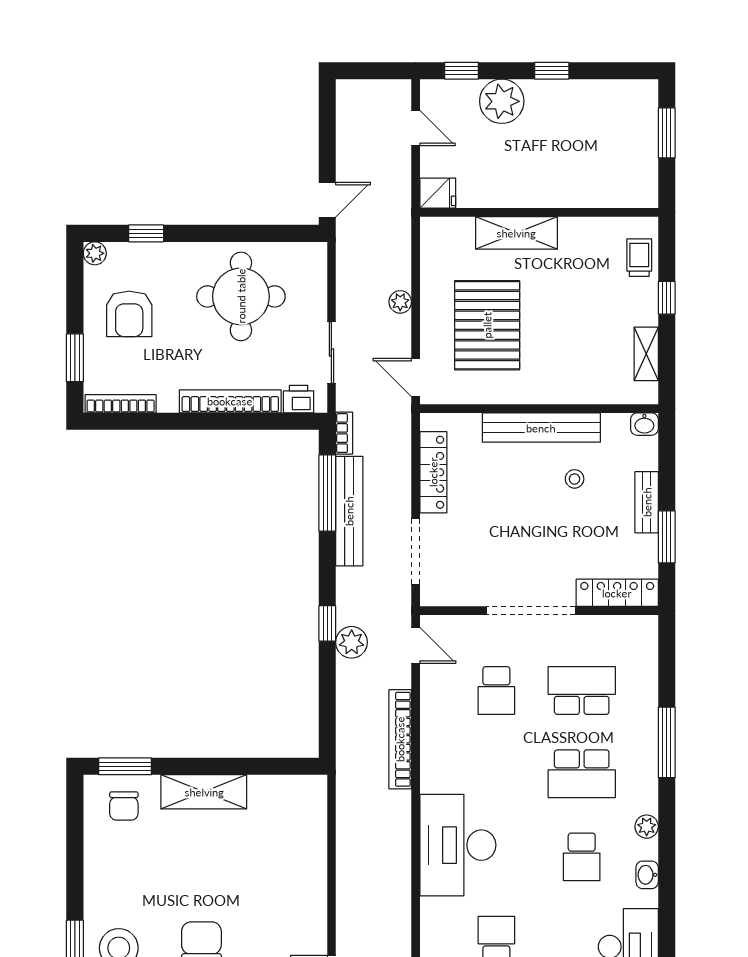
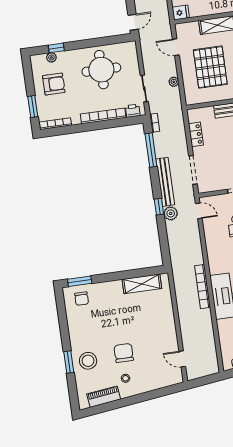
plant: (95, 253) -> (51, 57), moved
plant: (400, 302) -> (174, 82), moved
armchair: (129, 314) -> (54, 84), turned -90
door: (416, 377) -> (176, 47), moved
locker: (433, 472) -> (196, 134), width x0.66
bench: (349, 511) -> (165, 182), moved
bookcase: (400, 739) -> (203, 287), moved
shelving: (204, 792) -> (142, 284), moved

